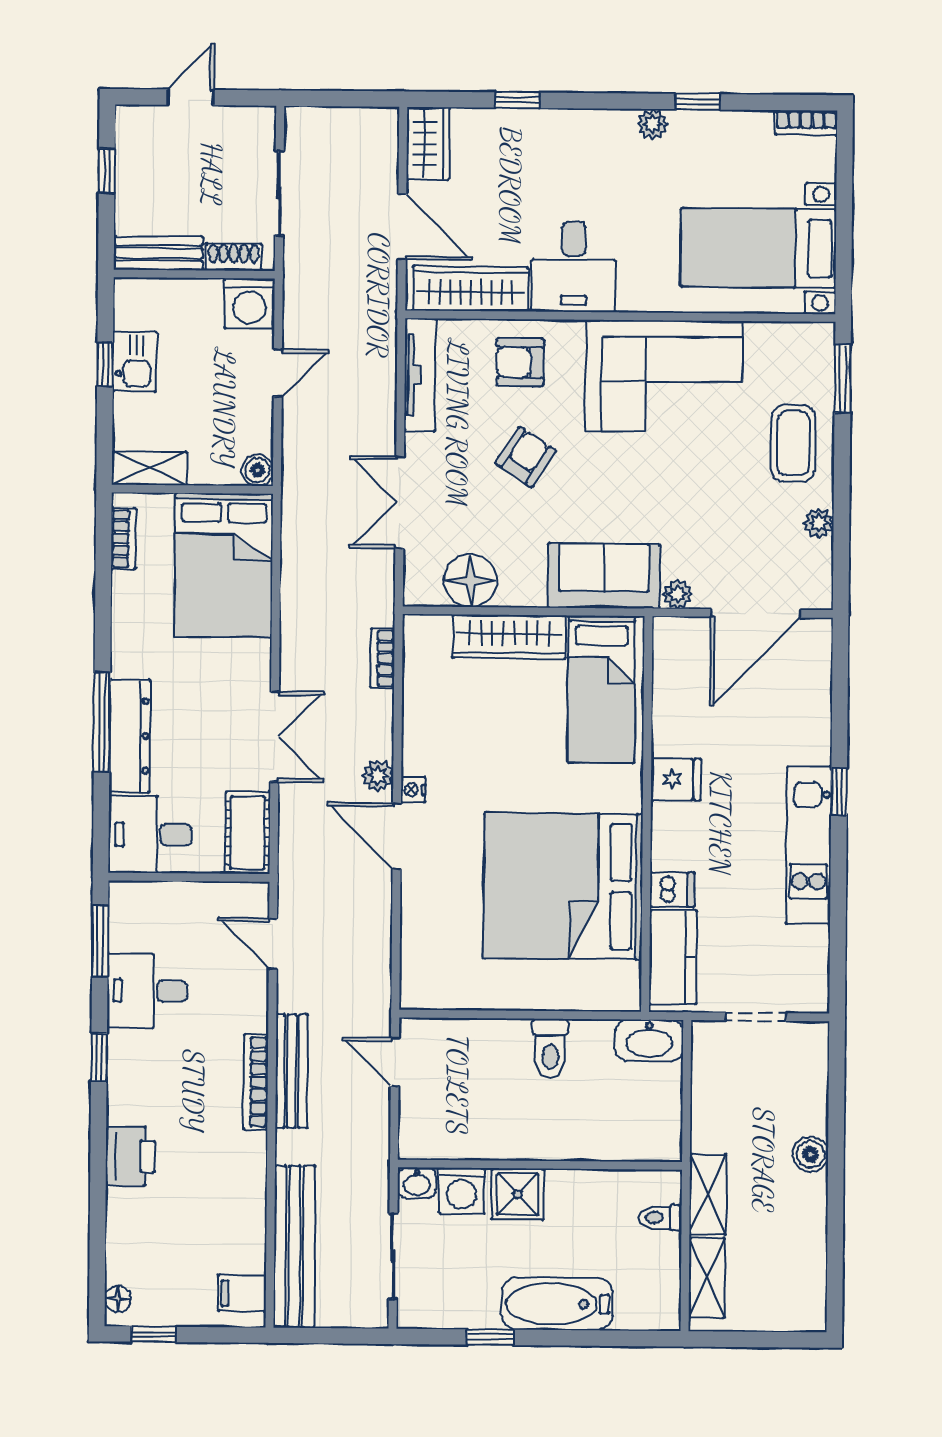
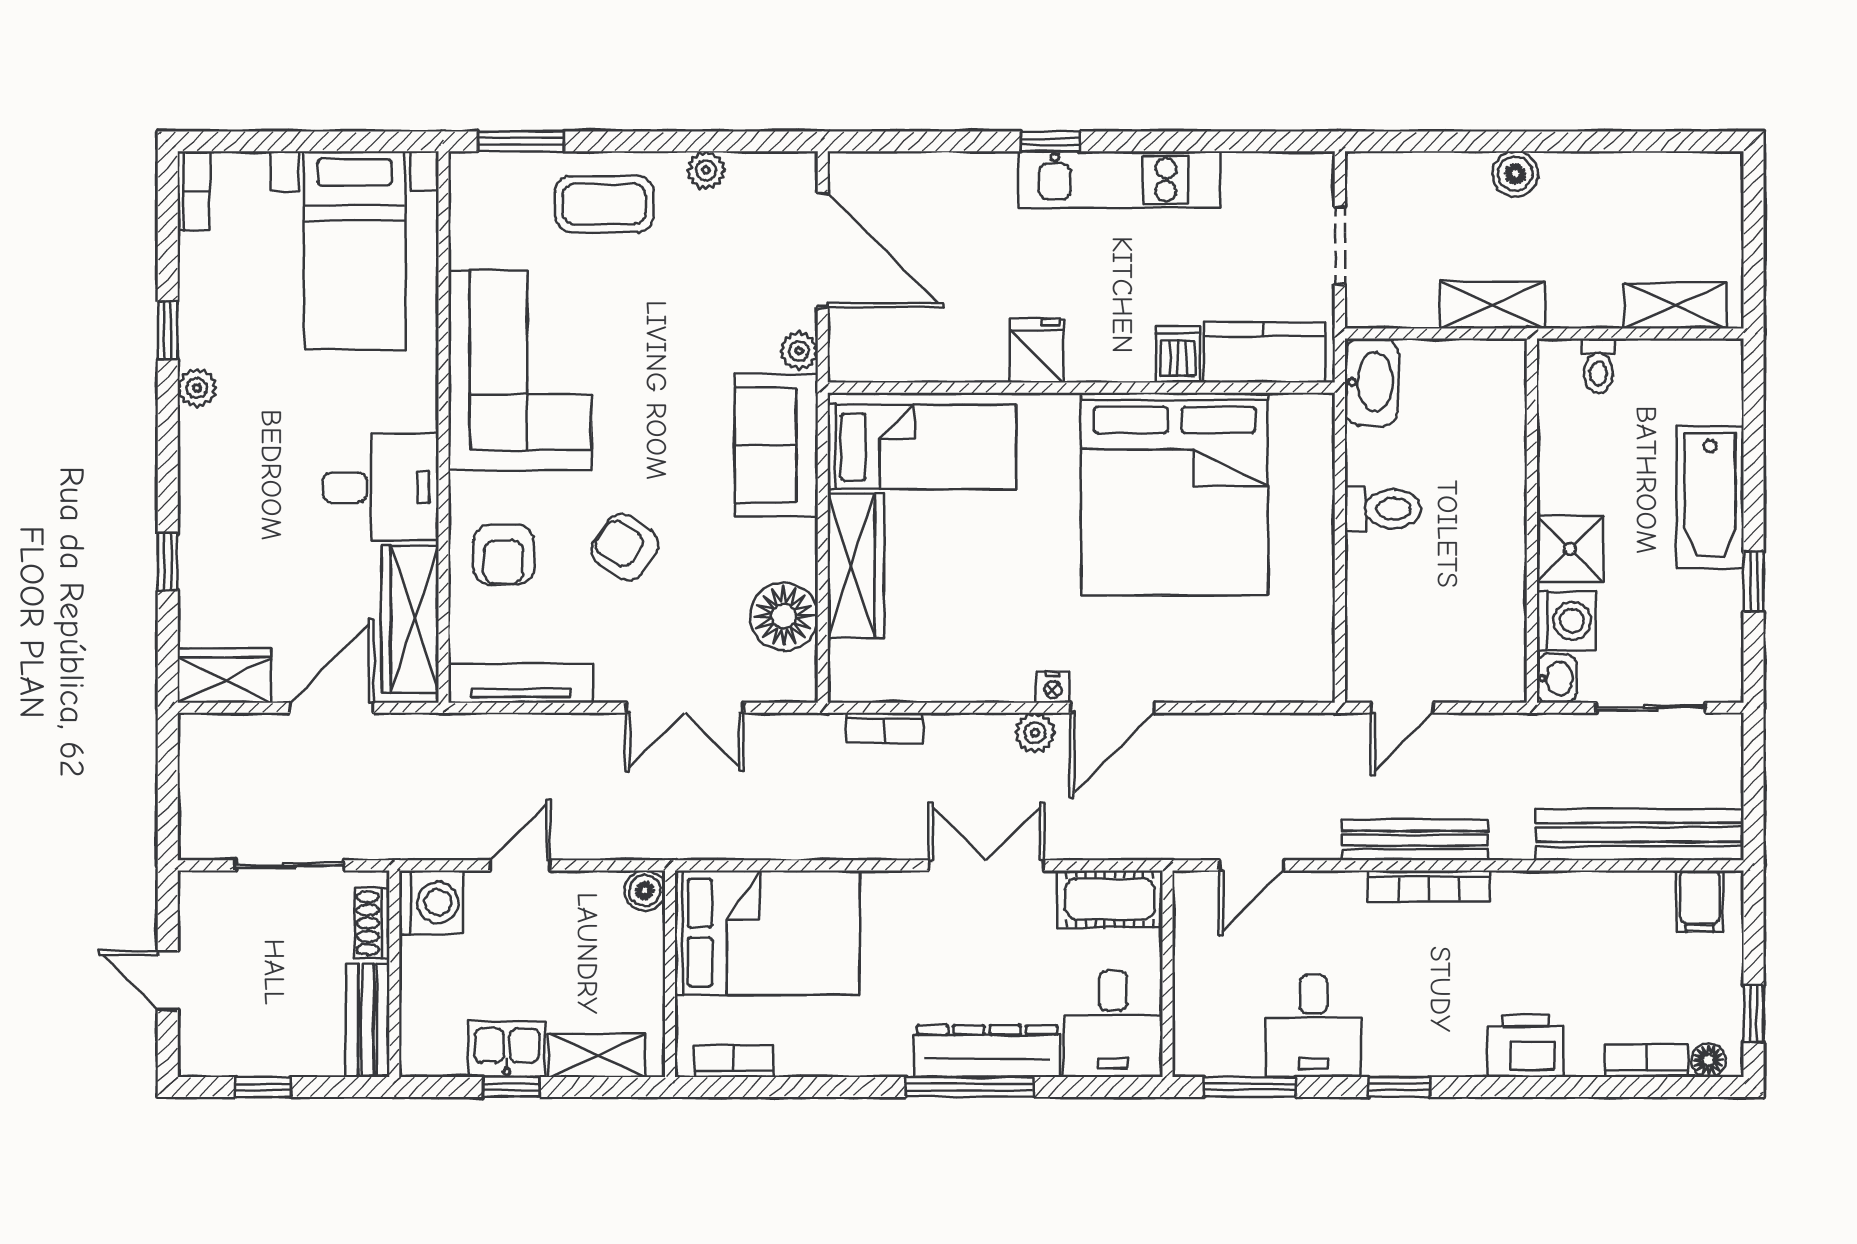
door: (278, 373) -> (520, 865), hinge flipped
shelving: (149, 468) -> (597, 1055), moved, turned 90
shelving: (708, 1194) -> (1492, 305), moved
bookcase: (118, 1250) -> (1647, 1061), added

